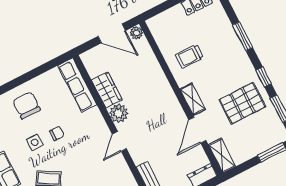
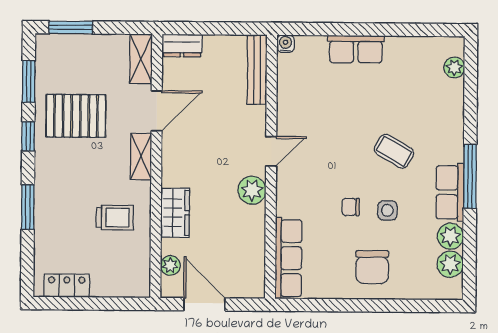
plant: (136, 33) -> (170, 265), moved
wardrobe: (107, 90) -> (175, 213), moved, turned 180

